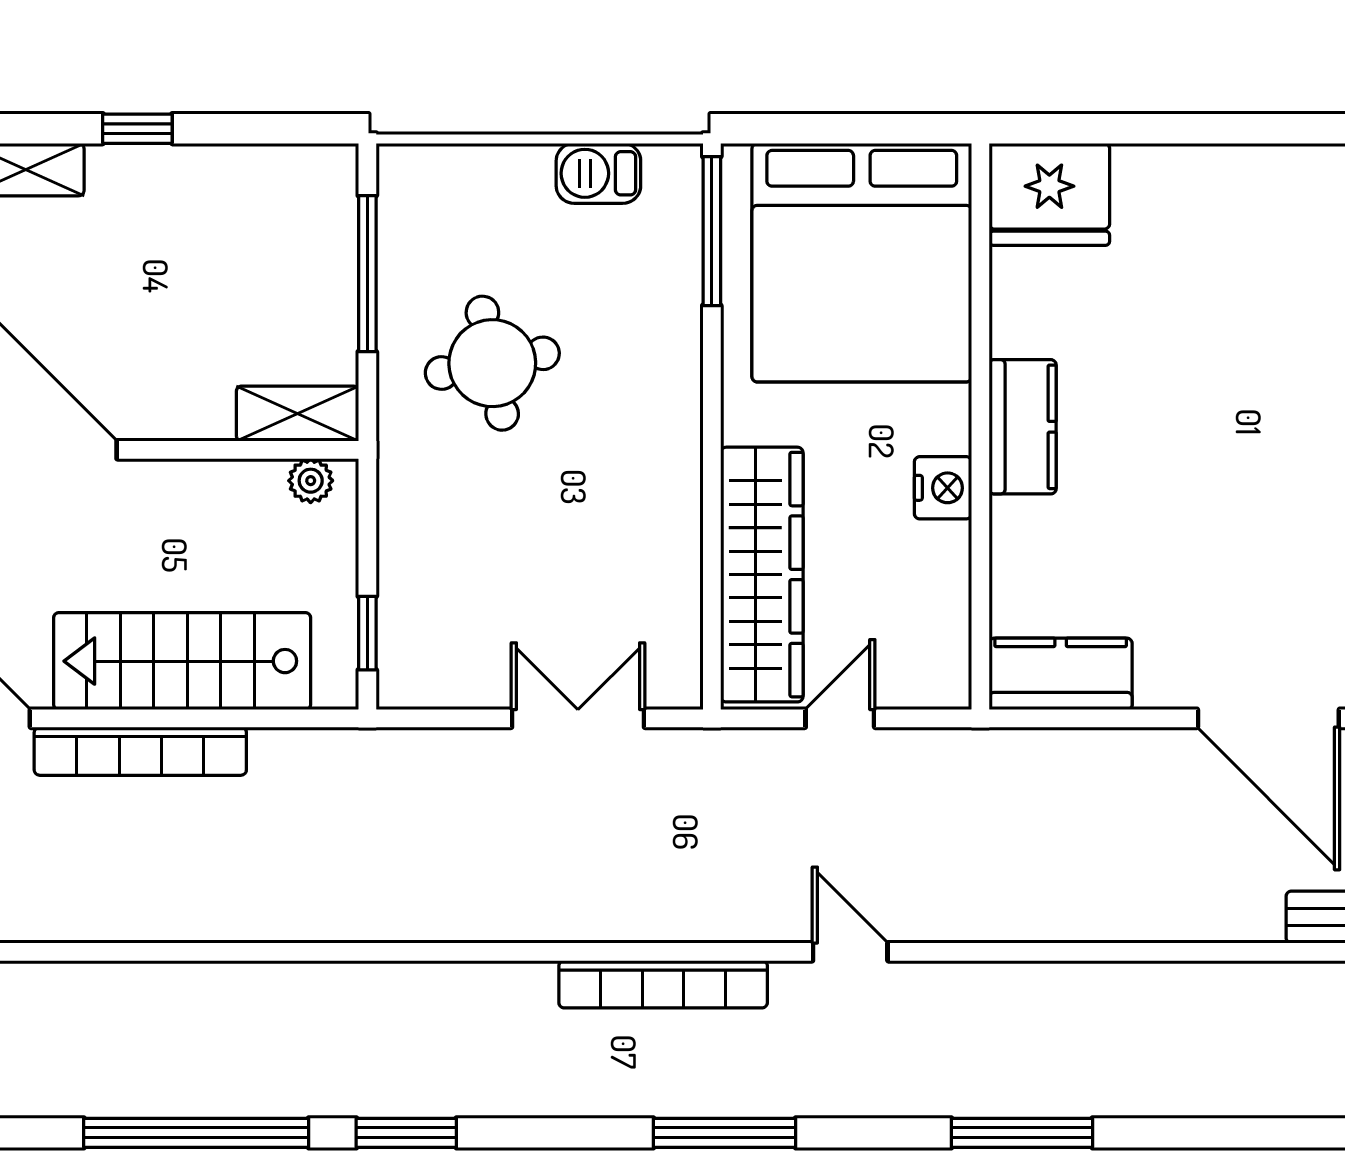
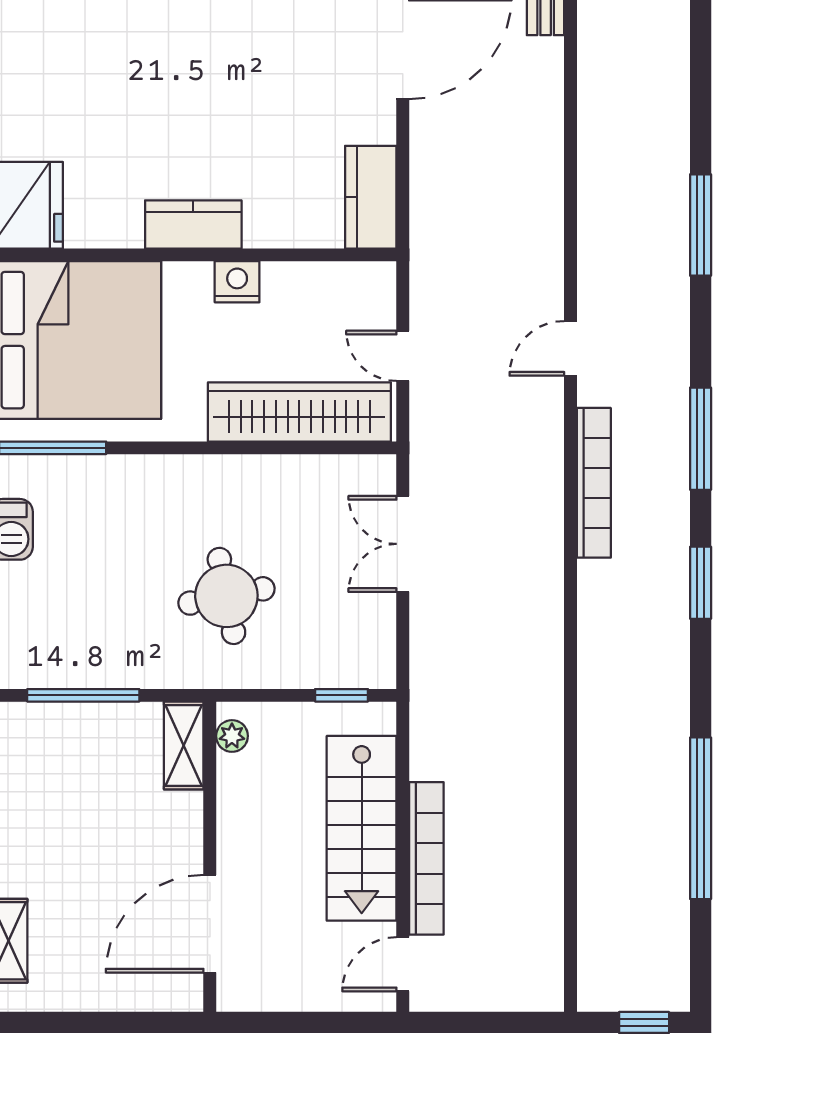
round table: (492, 363) -> (226, 596), moved
window: (406, 1133) -> (701, 583), moved

